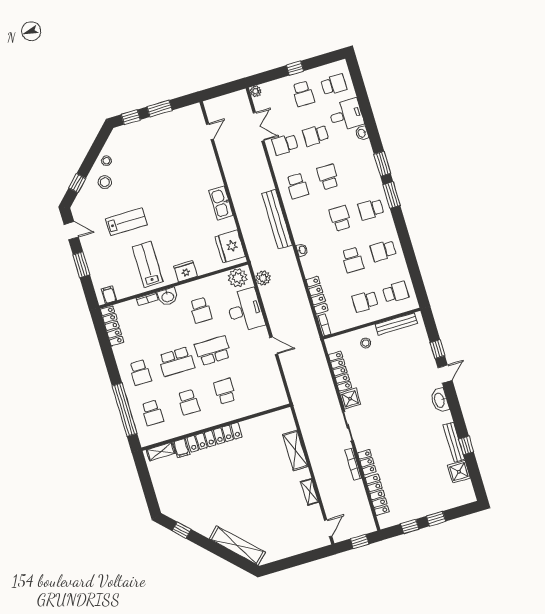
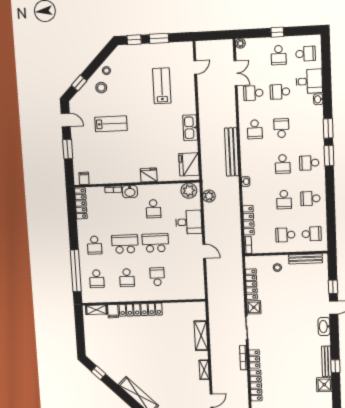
school desk: (340, 218) -> (283, 164), turned 180
lab bench: (148, 264) -> (162, 86), moved
desk: (245, 310) -> (189, 222), width x0.73
school desk: (177, 362) -> (125, 244), turned 180

